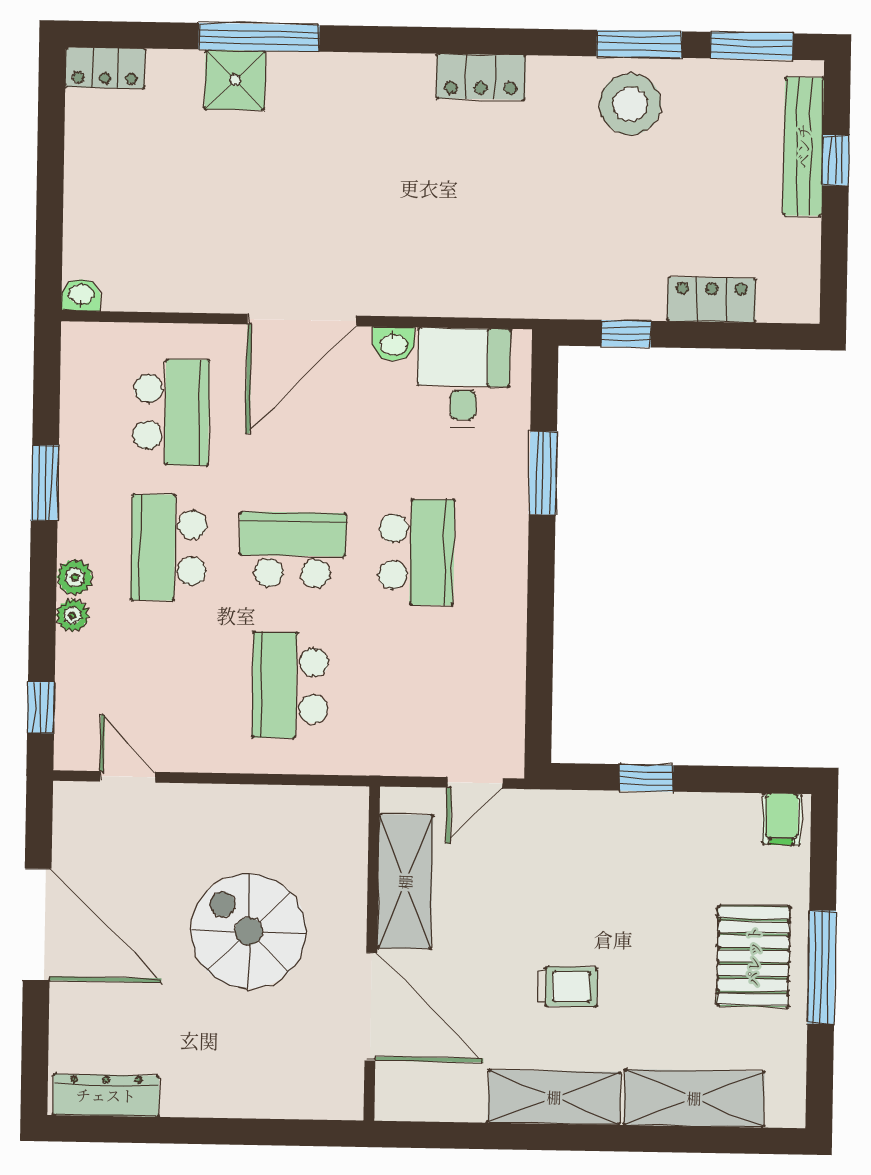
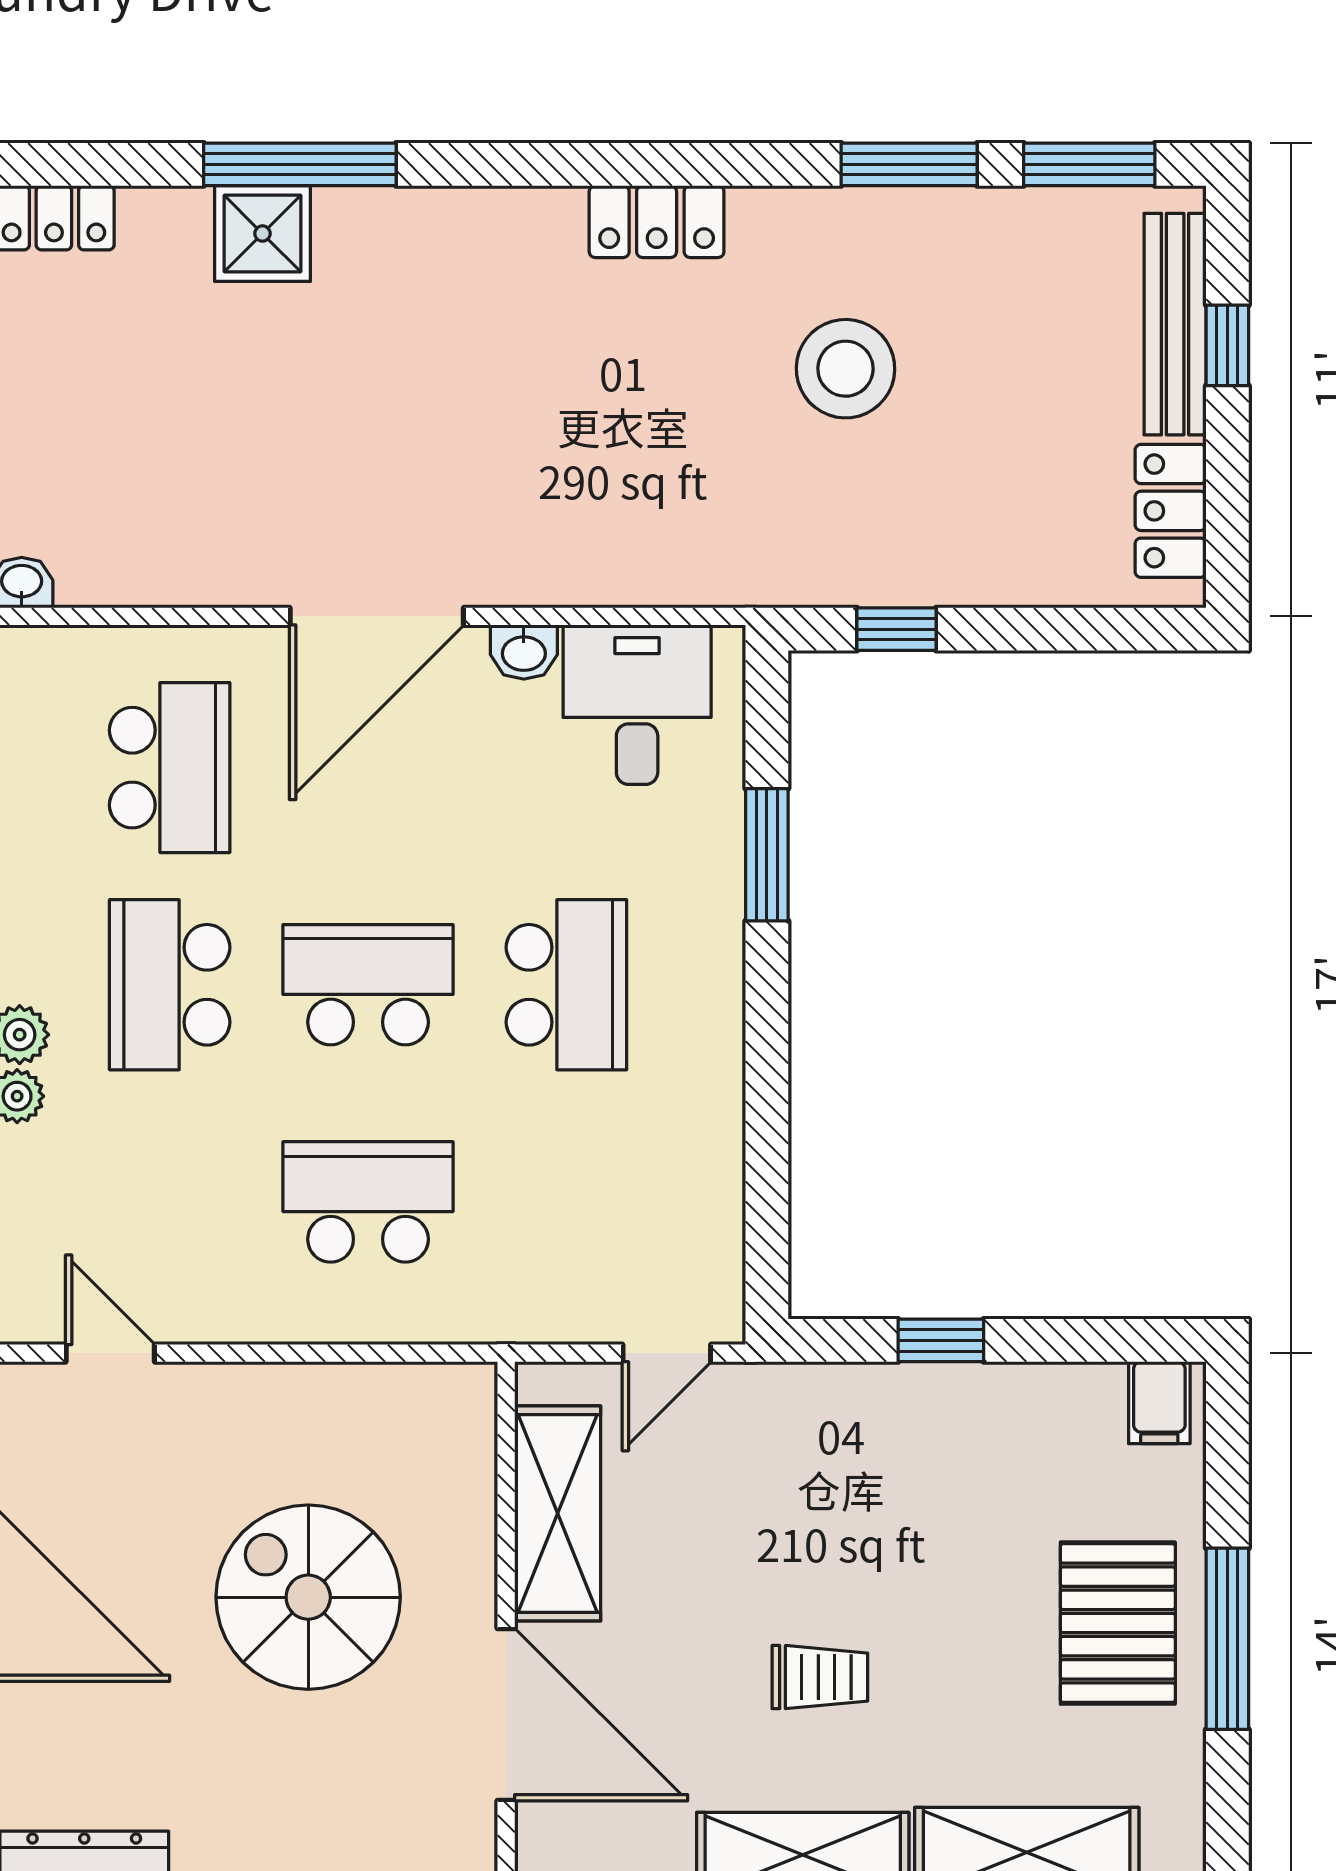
stool: (630, 104) -> (845, 369), moved
locker: (712, 300) -> (1171, 511), moved, turned -90
school desk: (290, 685) -> (368, 1202), turned 90

